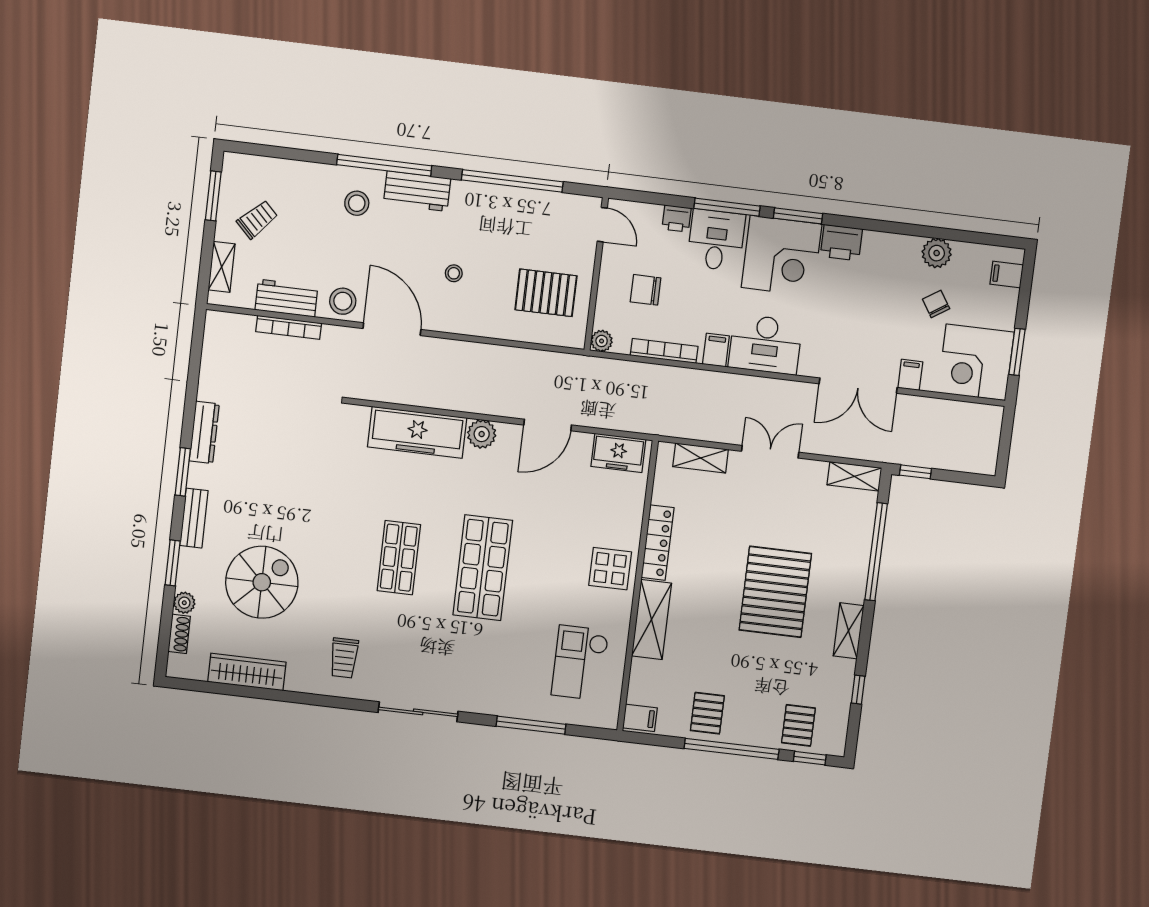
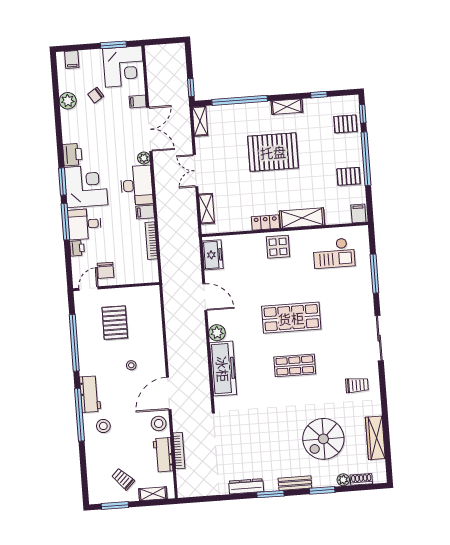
chair: (646, 290) -> (106, 270), moved
pallet: (546, 293) -> (115, 323), moved
plant: (602, 341) -> (144, 158), moved
locker: (658, 543) -> (265, 223), width x0.66
spiral stairs: (262, 582) -> (323, 439), turned -90

